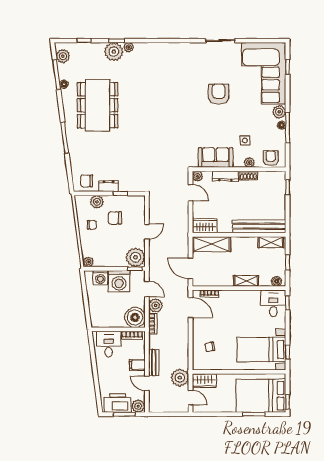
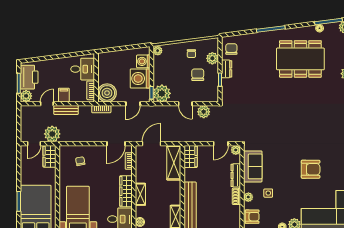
wardrobe: (243, 297) -> (126, 191), added
plant: (156, 305) -> (204, 112), moved

